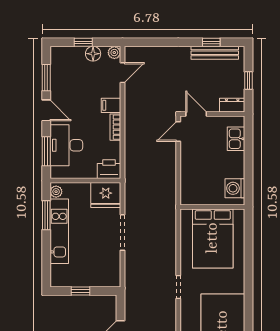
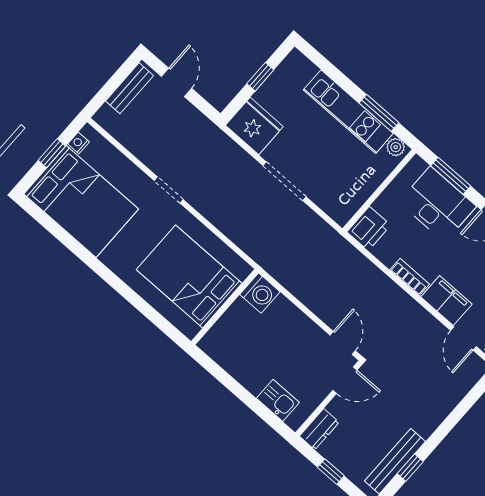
filing cabinet: (111, 105) -> (446, 301), width x2.00
washing machine: (235, 188) -> (260, 293), moved, turned 90
fridge: (106, 195) -> (254, 126), moved, turned 90

